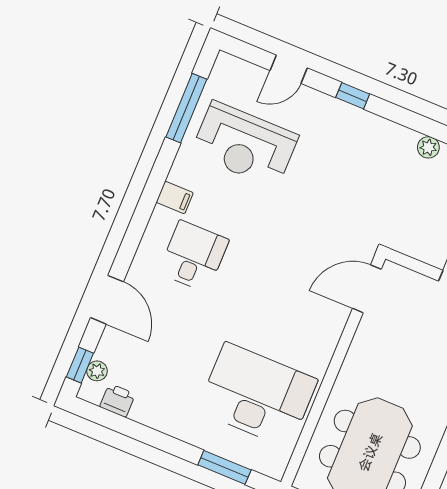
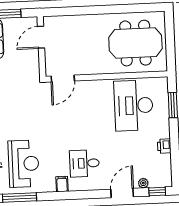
door: (367, 289) -> (63, 79), hinge flipped
plant: (97, 371) -> (143, 183), moved
printer: (118, 400) -> (164, 146), moved

